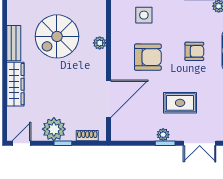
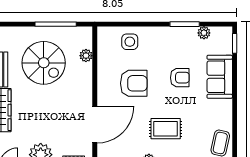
spiral stairs: (57, 36) -> (44, 63), turned -90
plant: (100, 43) -> (86, 56), moved

